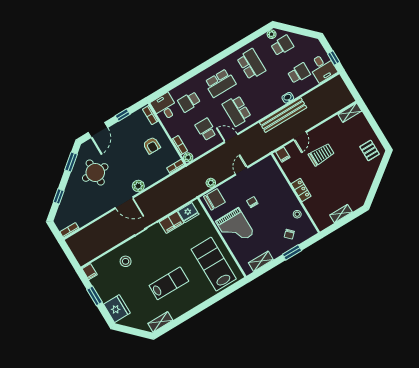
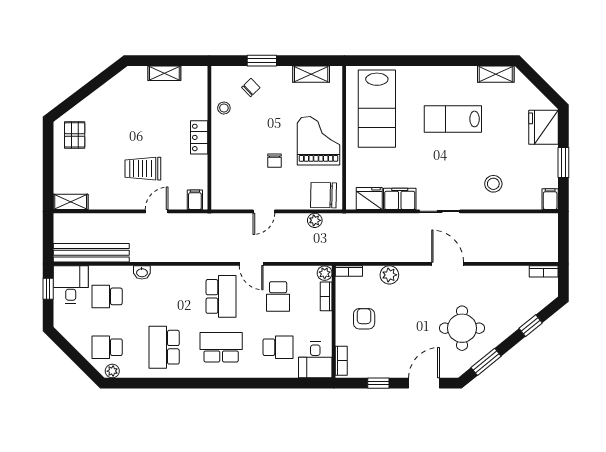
bench: (283, 115) -> (91, 253), moved
plant: (138, 186) -> (389, 275), moved

